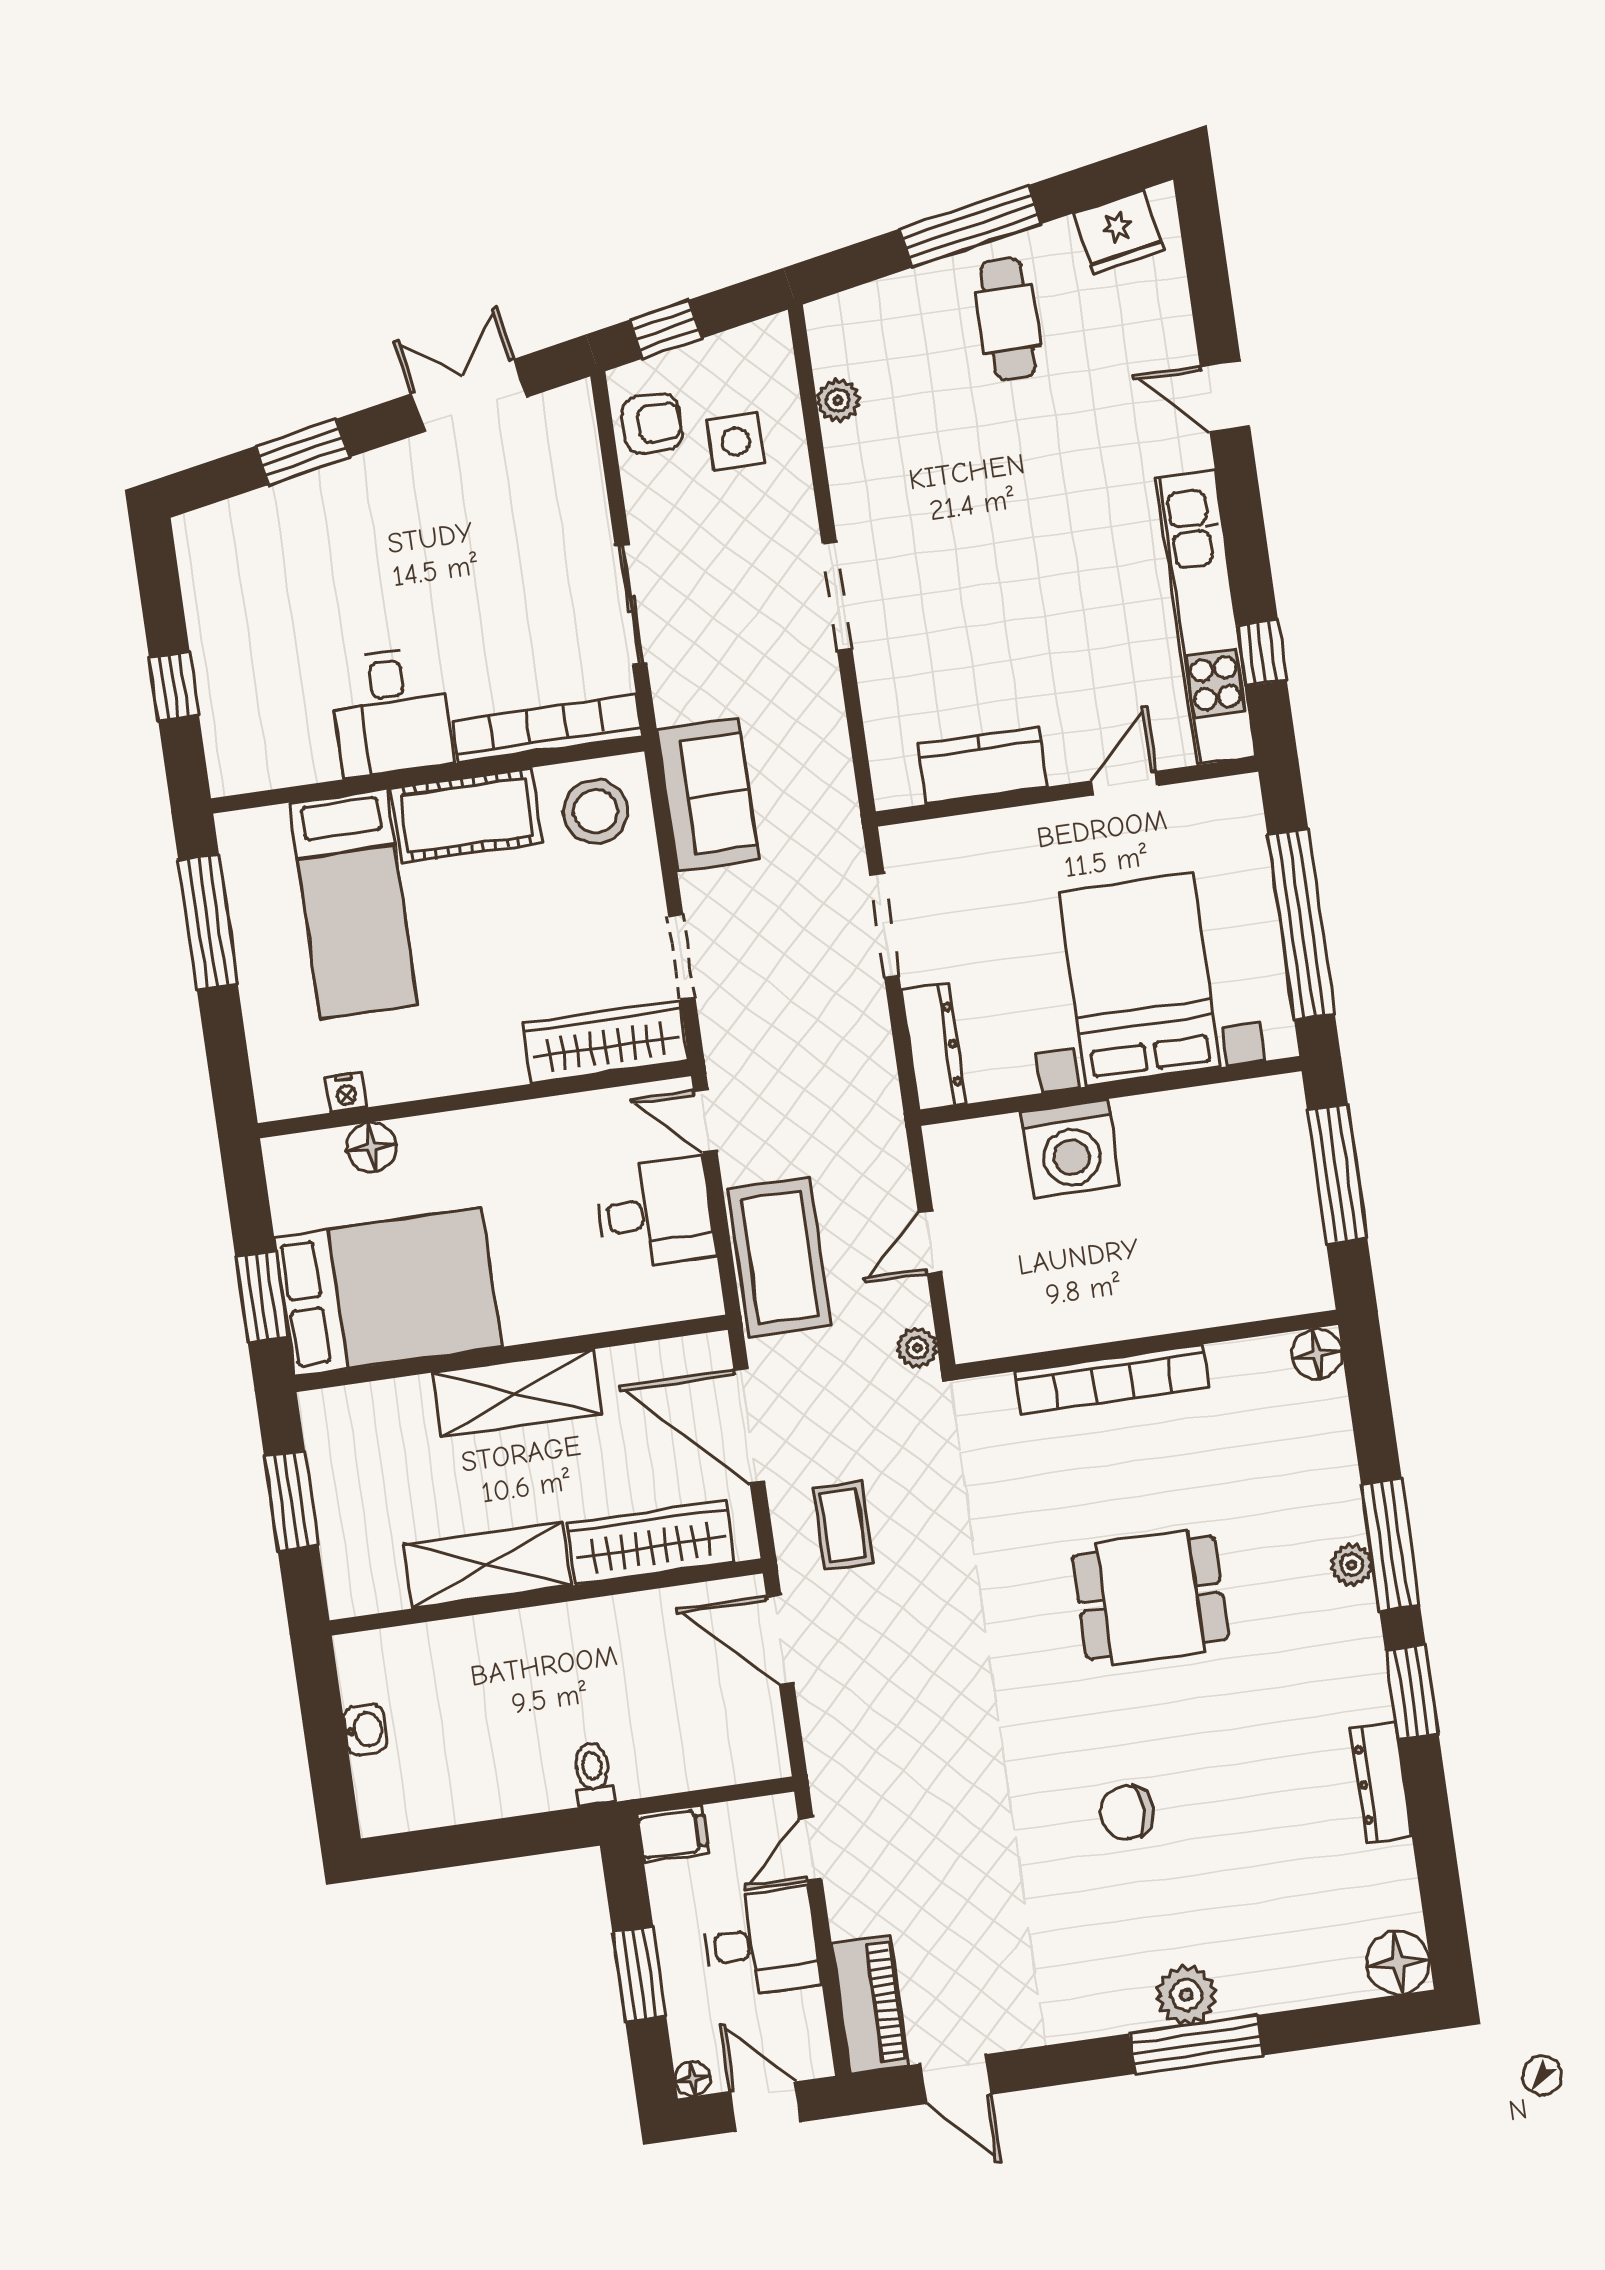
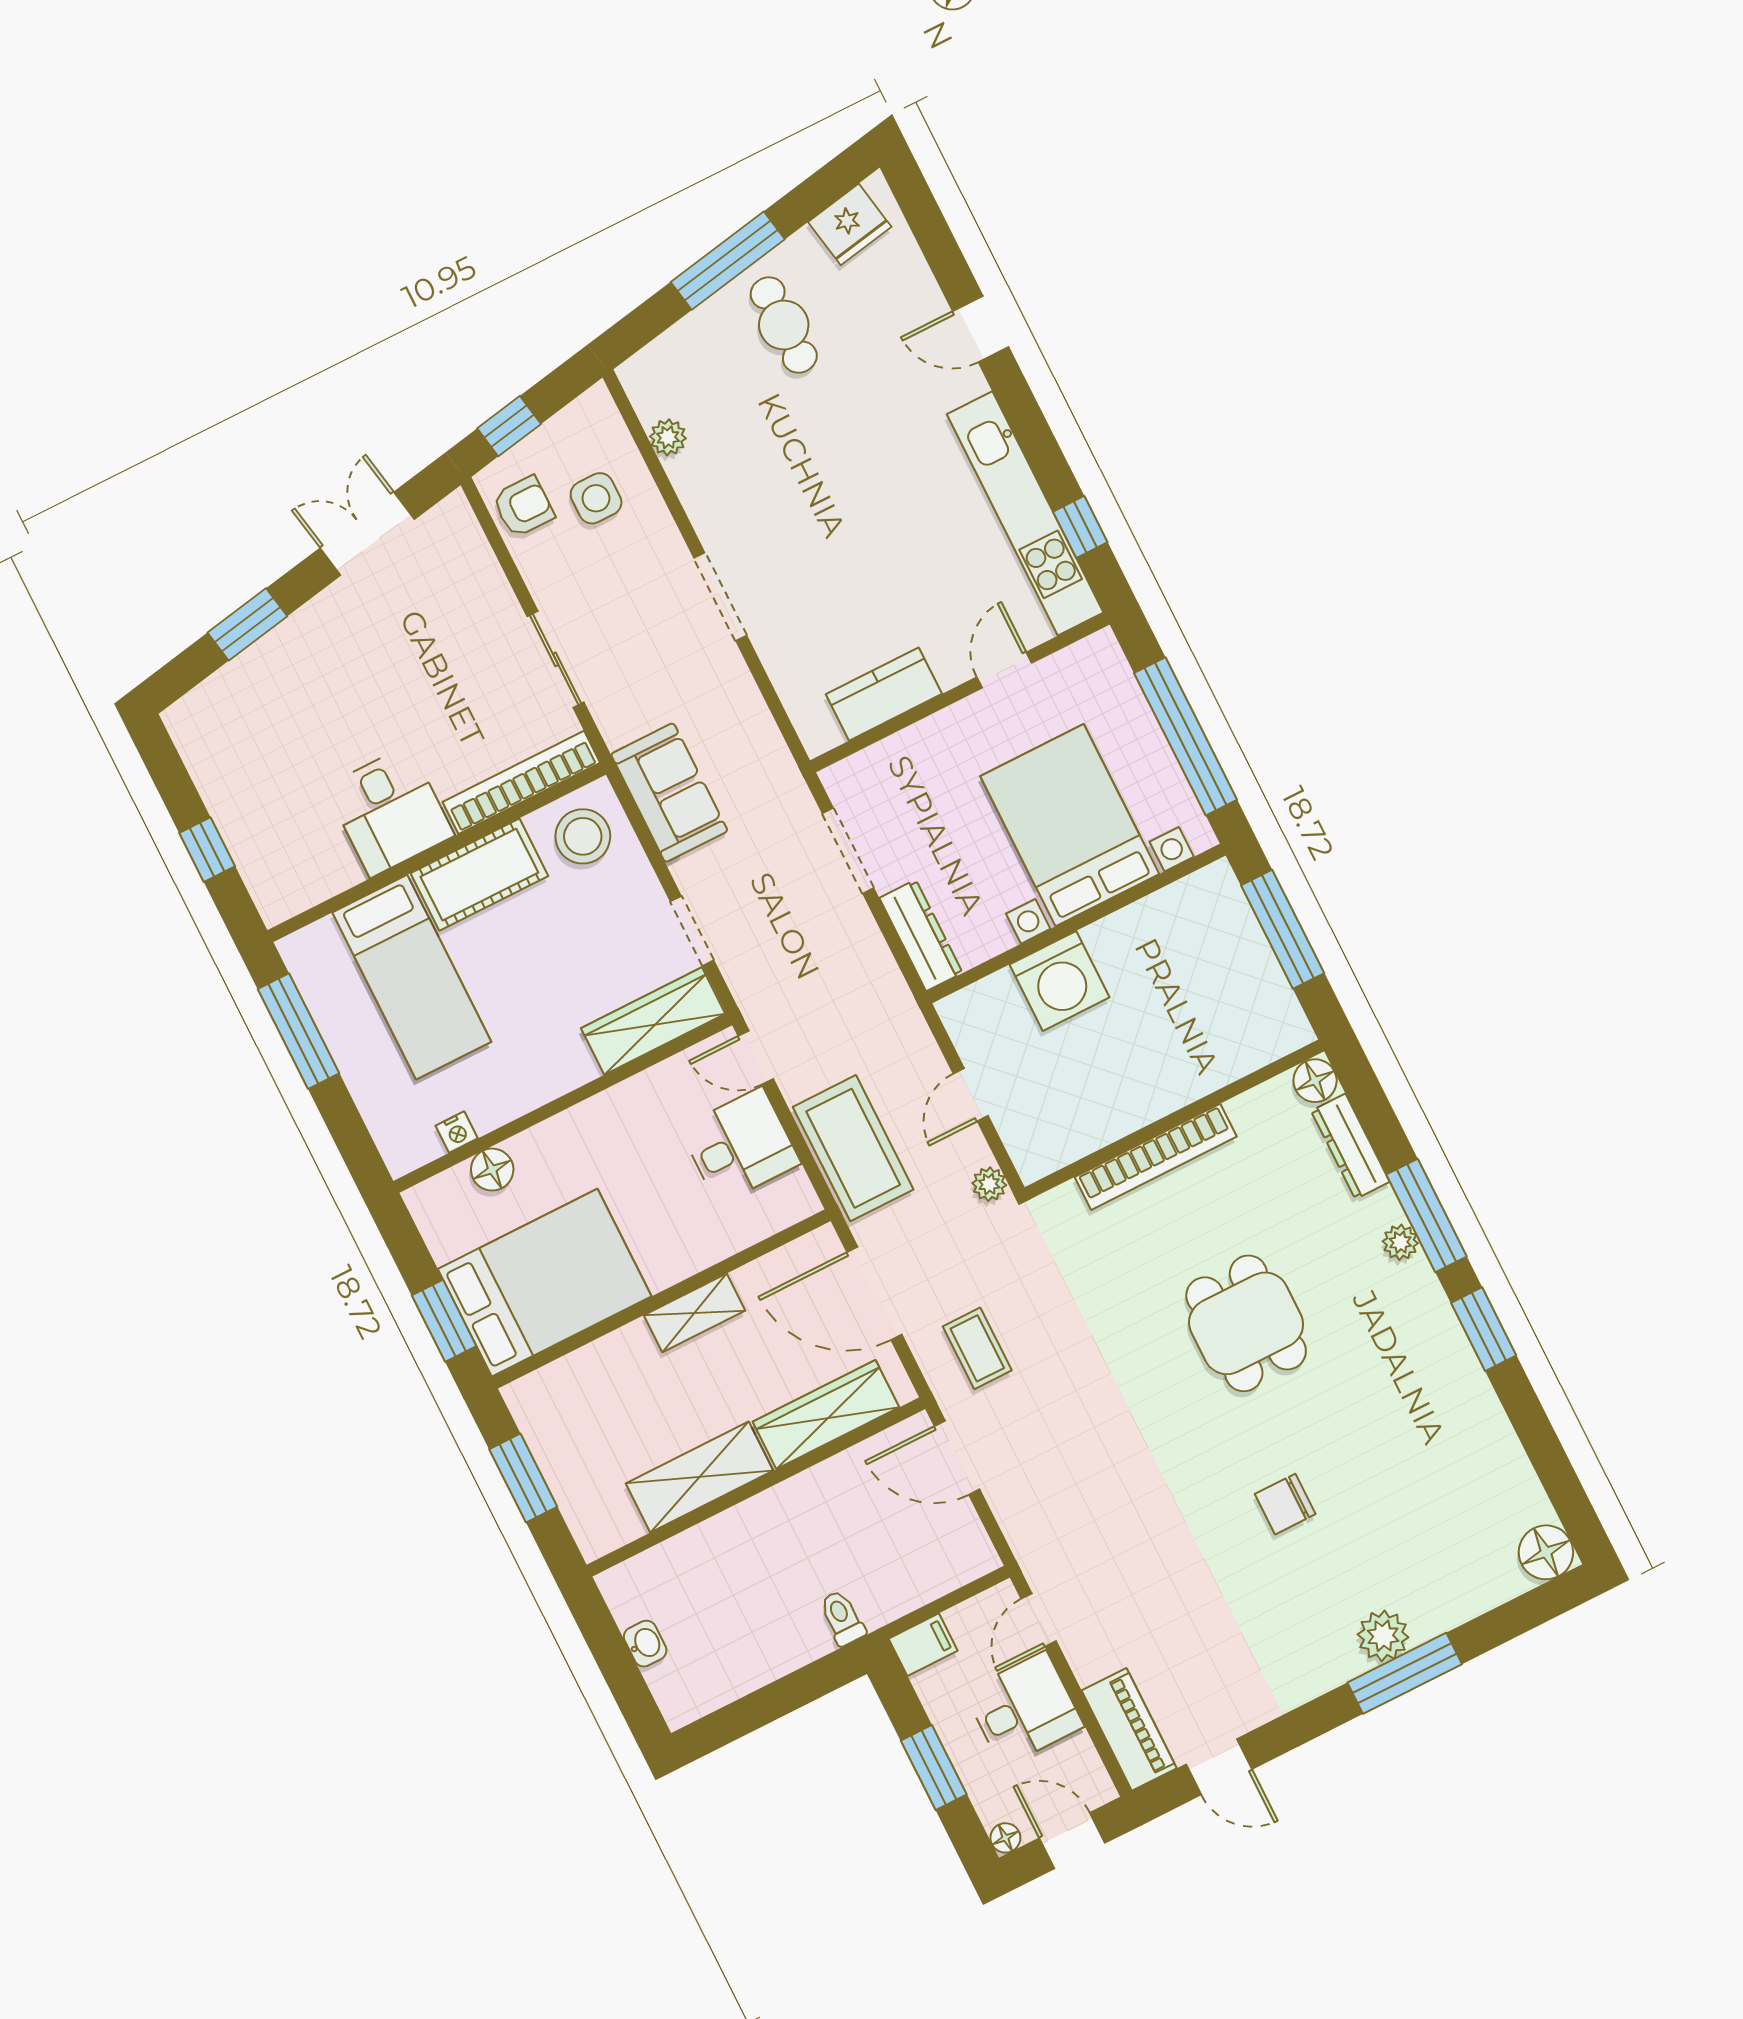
shelving: (517, 1393) -> (694, 1313), width x0.67, depth x0.75
dining table: (1150, 1597) -> (1246, 1323), turned 90
dresser: (1381, 1783) -> (1350, 1146), moved

